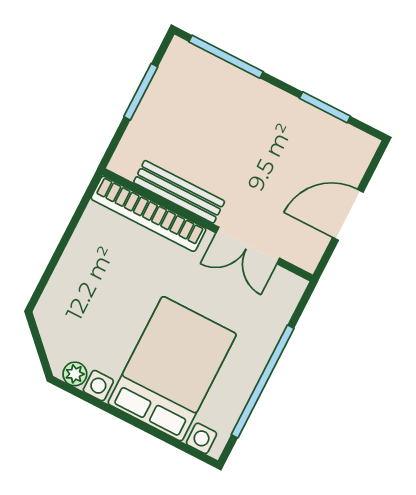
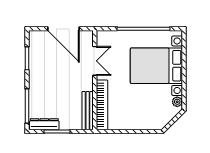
dresser: (170, 73) -> (44, 124), added
bench: (179, 192) -> (88, 111), moved
door: (348, 215) -> (63, 29), width x1.36

